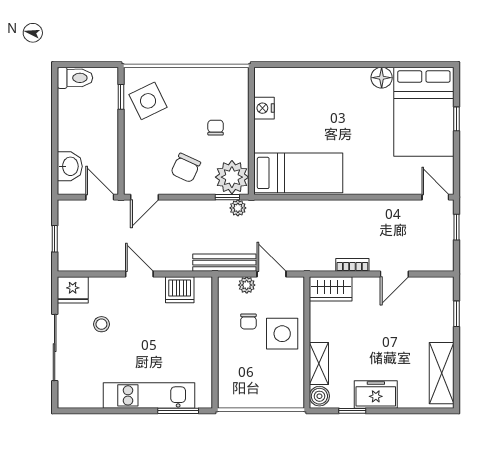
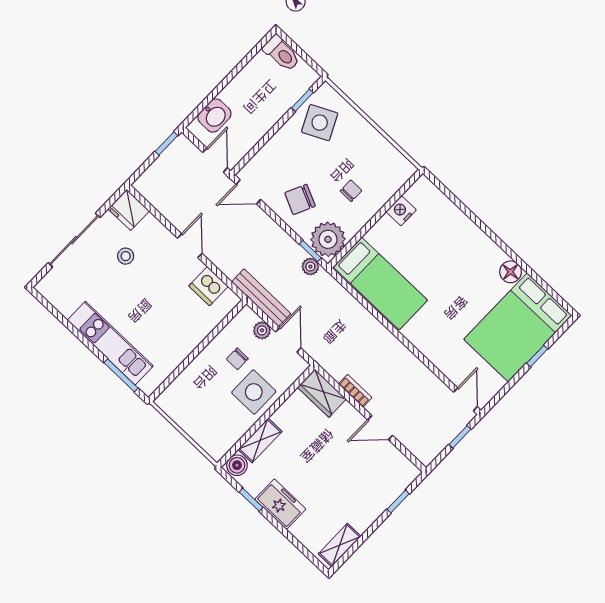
window: (55, 239) -> (166, 144), moved
shelving: (442, 373) -> (340, 545), width x0.67, depth x0.75

